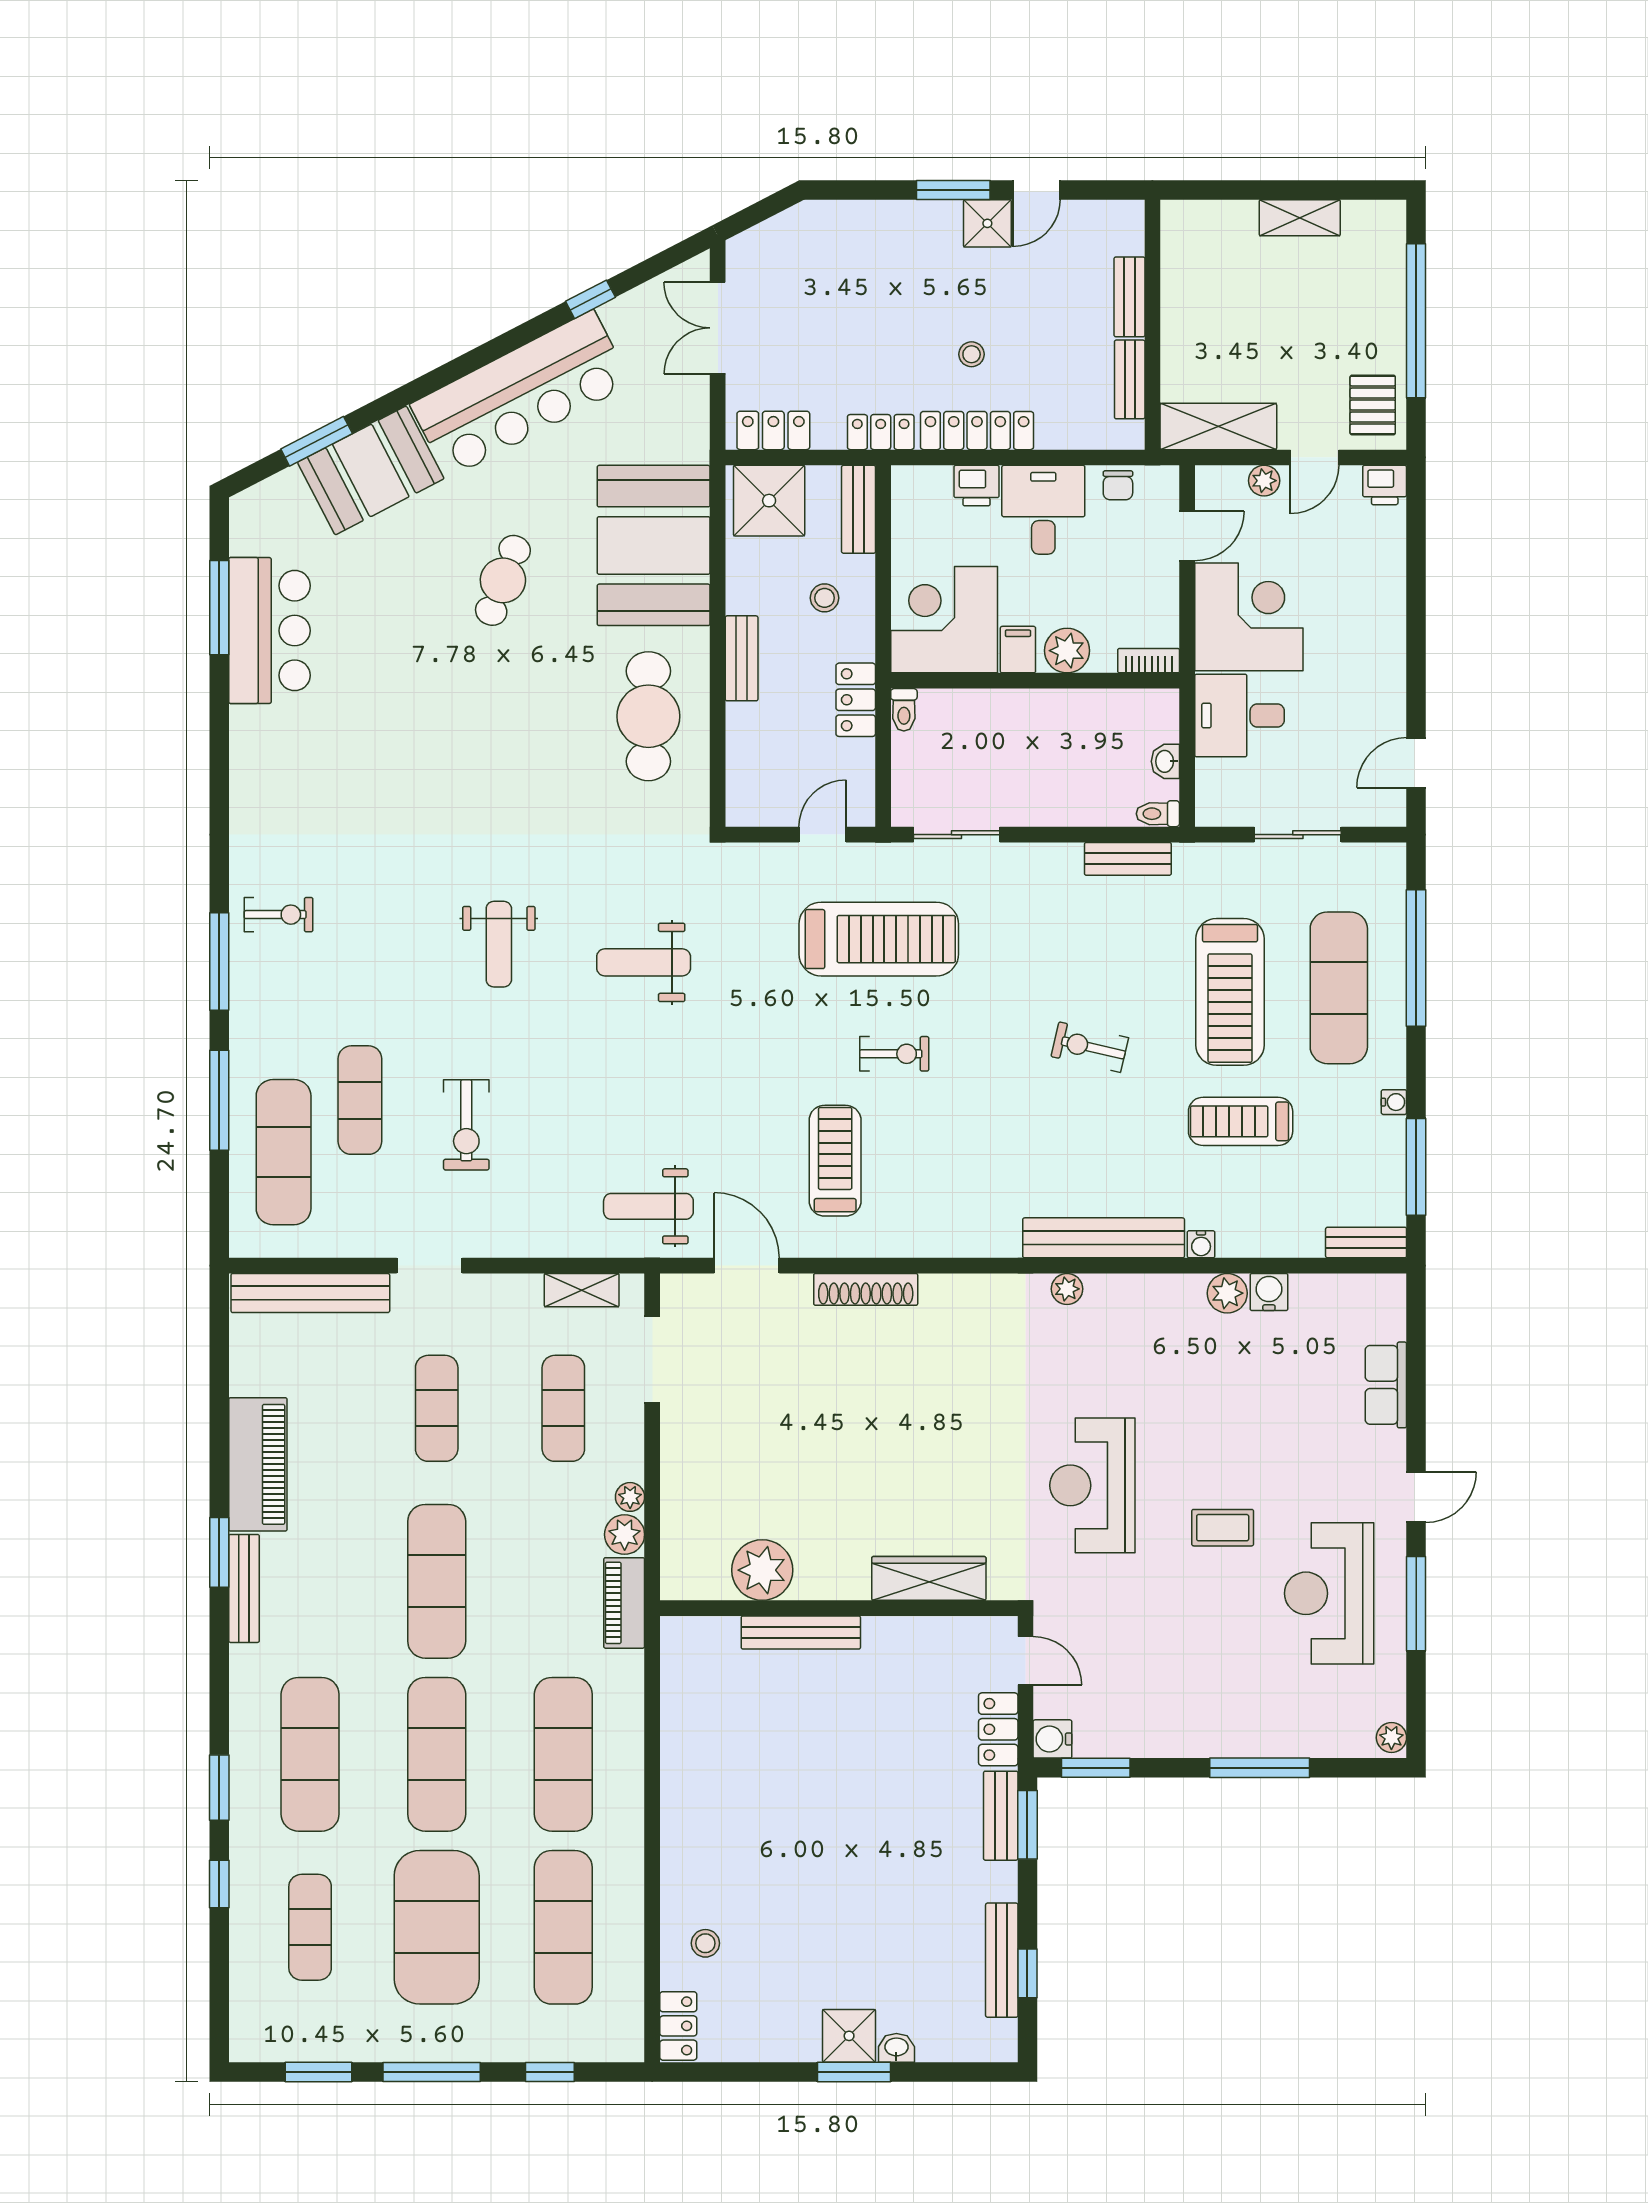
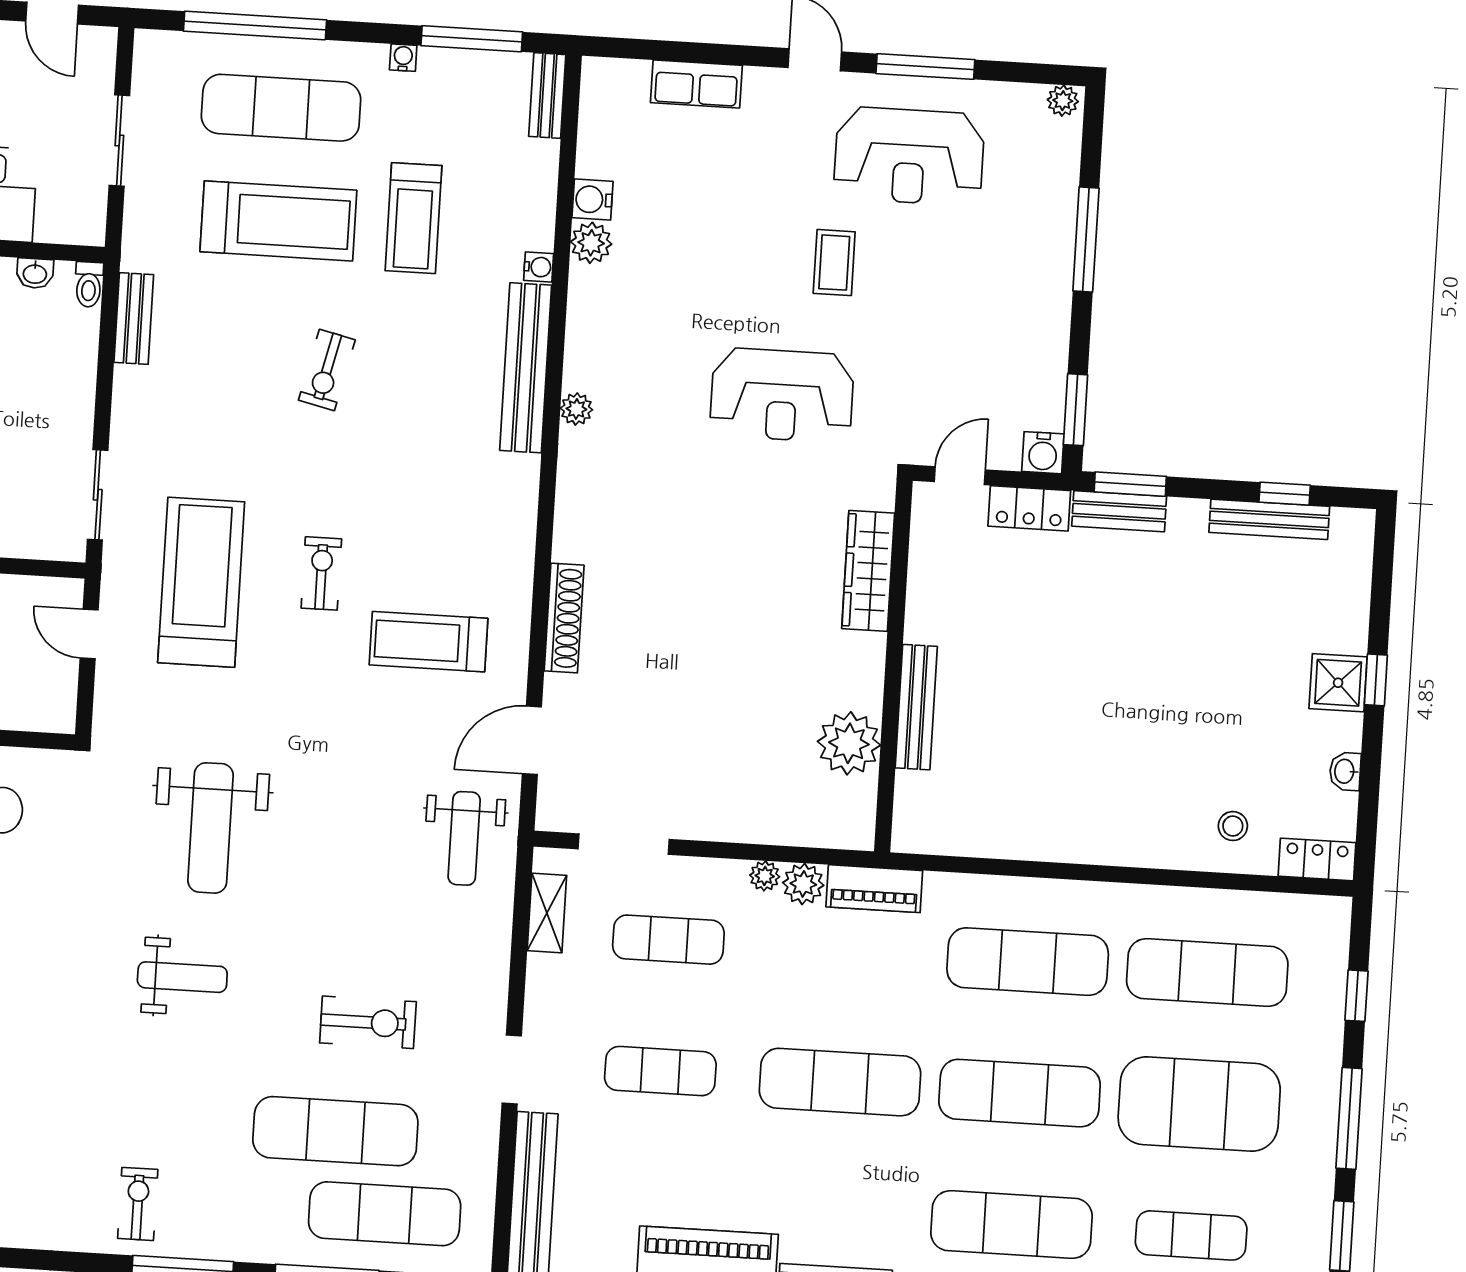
weight bench: (644, 962) -> (211, 828), width x1.36, depth x1.33
exercise mat: (360, 1100) -> (335, 1131), width x1.36, depth x1.45
washbasin: (896, 2048) -> (1345, 771), moved
window: (854, 2072) -> (1376, 680), width x0.67

